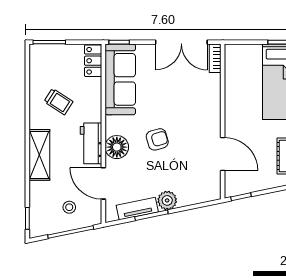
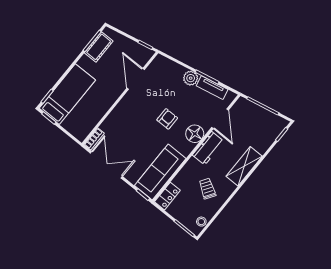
armchair: (157, 139) -> (167, 119), turned 106
stool: (69, 207) -> (201, 222), moved

